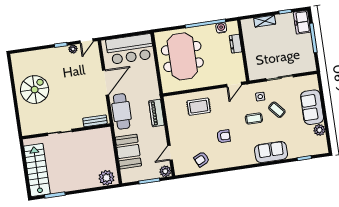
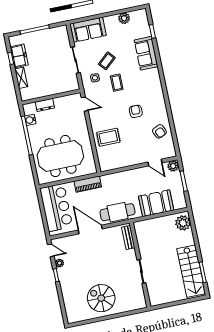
freezer: (302, 22) -> (19, 56), moved, turned -90
rug: (199, 107) -> (108, 137), turned 90
sofa: (312, 107) -> (88, 30), moved
piano: (156, 113) -> (88, 184), moved
sofa: (271, 152) -> (146, 53), moved
stairs: (37, 170) -> (191, 271), moved, turned -90

